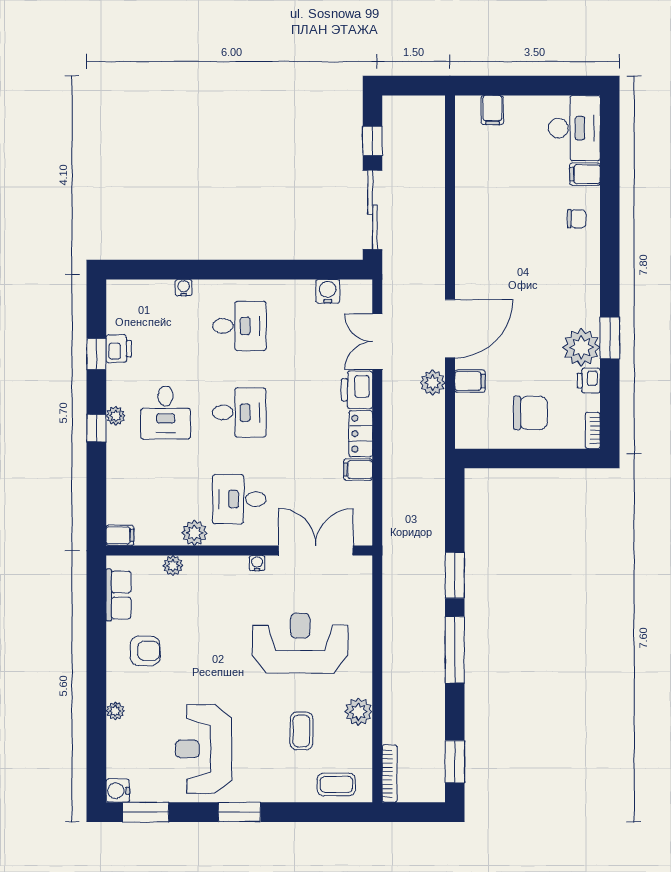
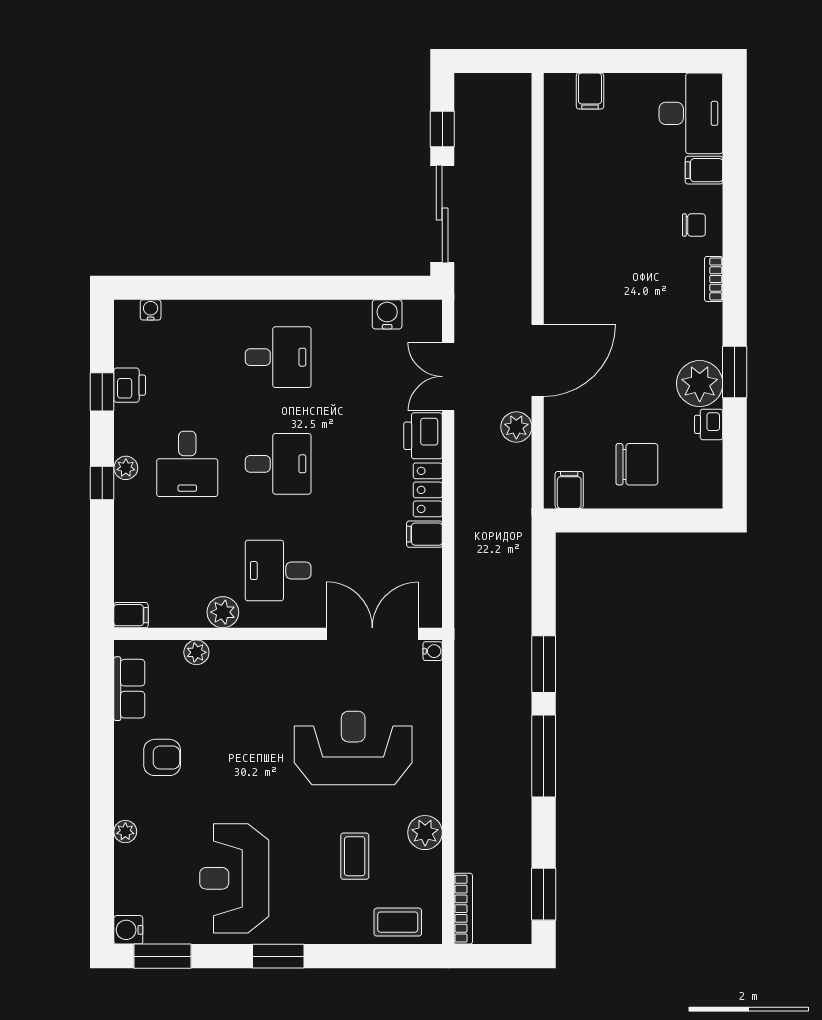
water cooler: (184, 288) -> (151, 310), moved
filing cabinet: (470, 381) -> (569, 490), moved, turned -90
bookcase: (593, 430) -> (714, 279), moved
water cooler: (257, 563) -> (433, 651), moved, turned 90

